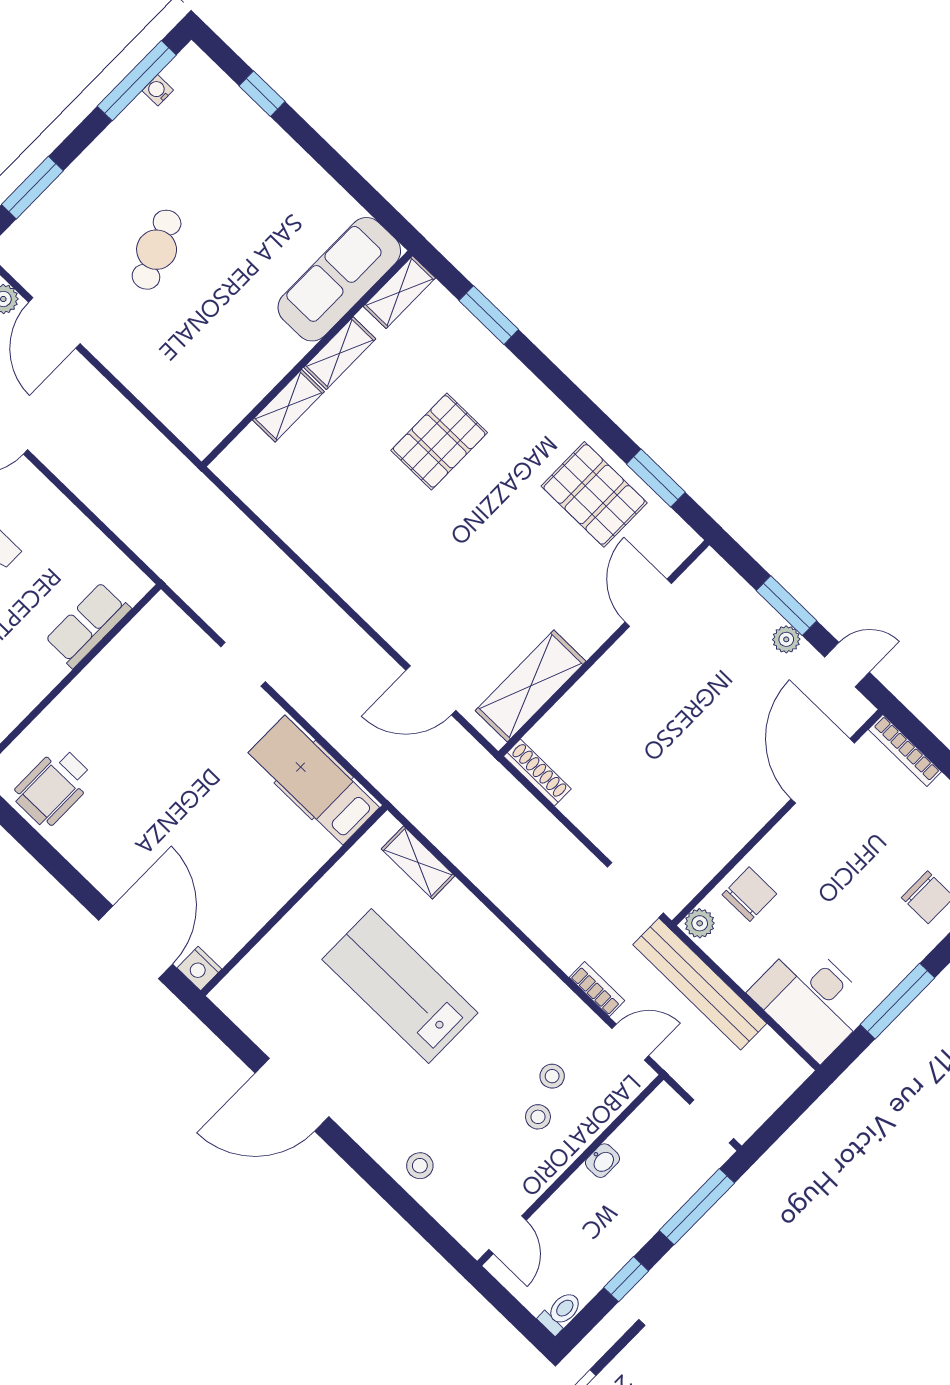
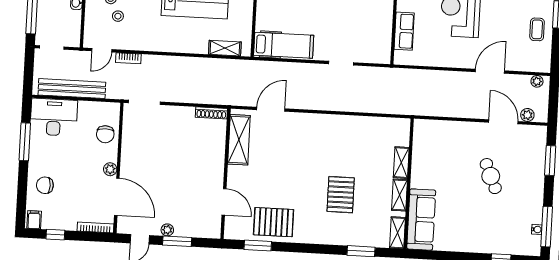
plant: (700, 923) -> (110, 169), moved
bench: (700, 984) -> (72, 89), moved

